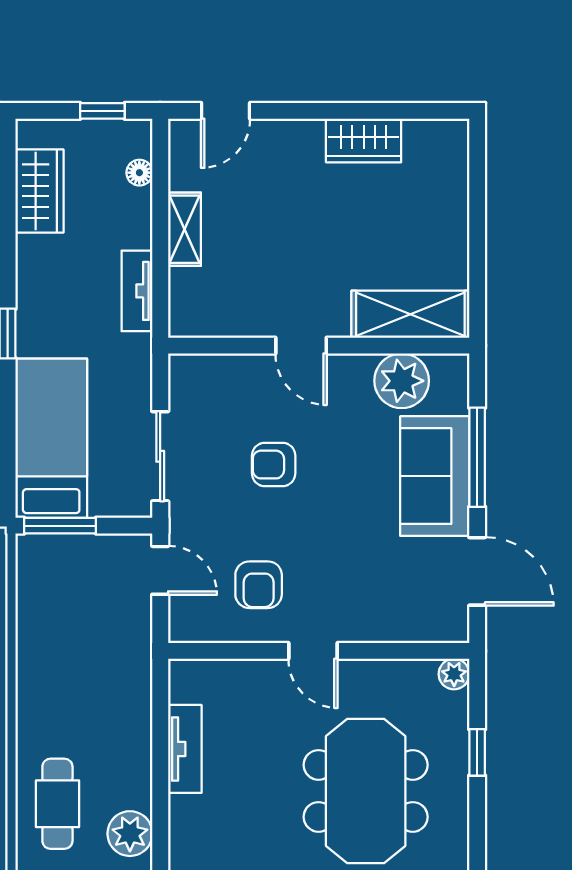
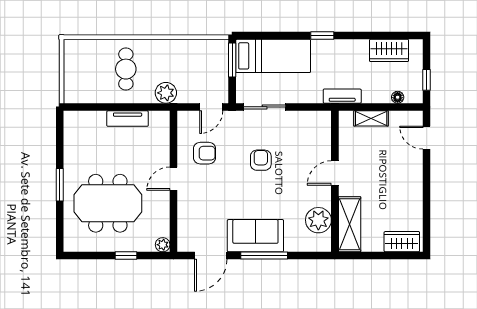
wardrobe: (364, 140) -> (402, 242), moved, turned 90
shelving: (410, 314) -> (350, 224), moved
door: (301, 346) -> (335, 173), moved
wall: (319, 346) -> (335, 181), moved
plant: (402, 381) -> (318, 220), moved
armchair: (259, 585) -> (205, 153), turned 180
cafe table: (57, 804) -> (126, 69), moved, turned 90
plant: (130, 834) -> (166, 93), moved

